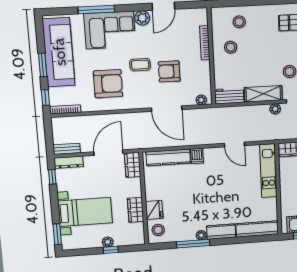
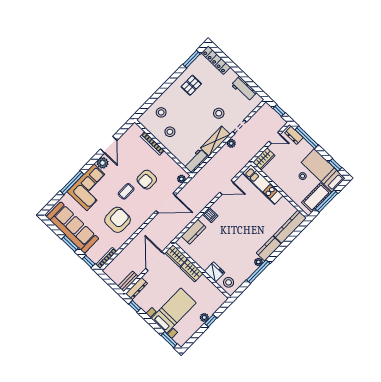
kitchen counter: (168, 157) -> (194, 232), width x0.67
wardrobe: (136, 210) -> (191, 271), moved

